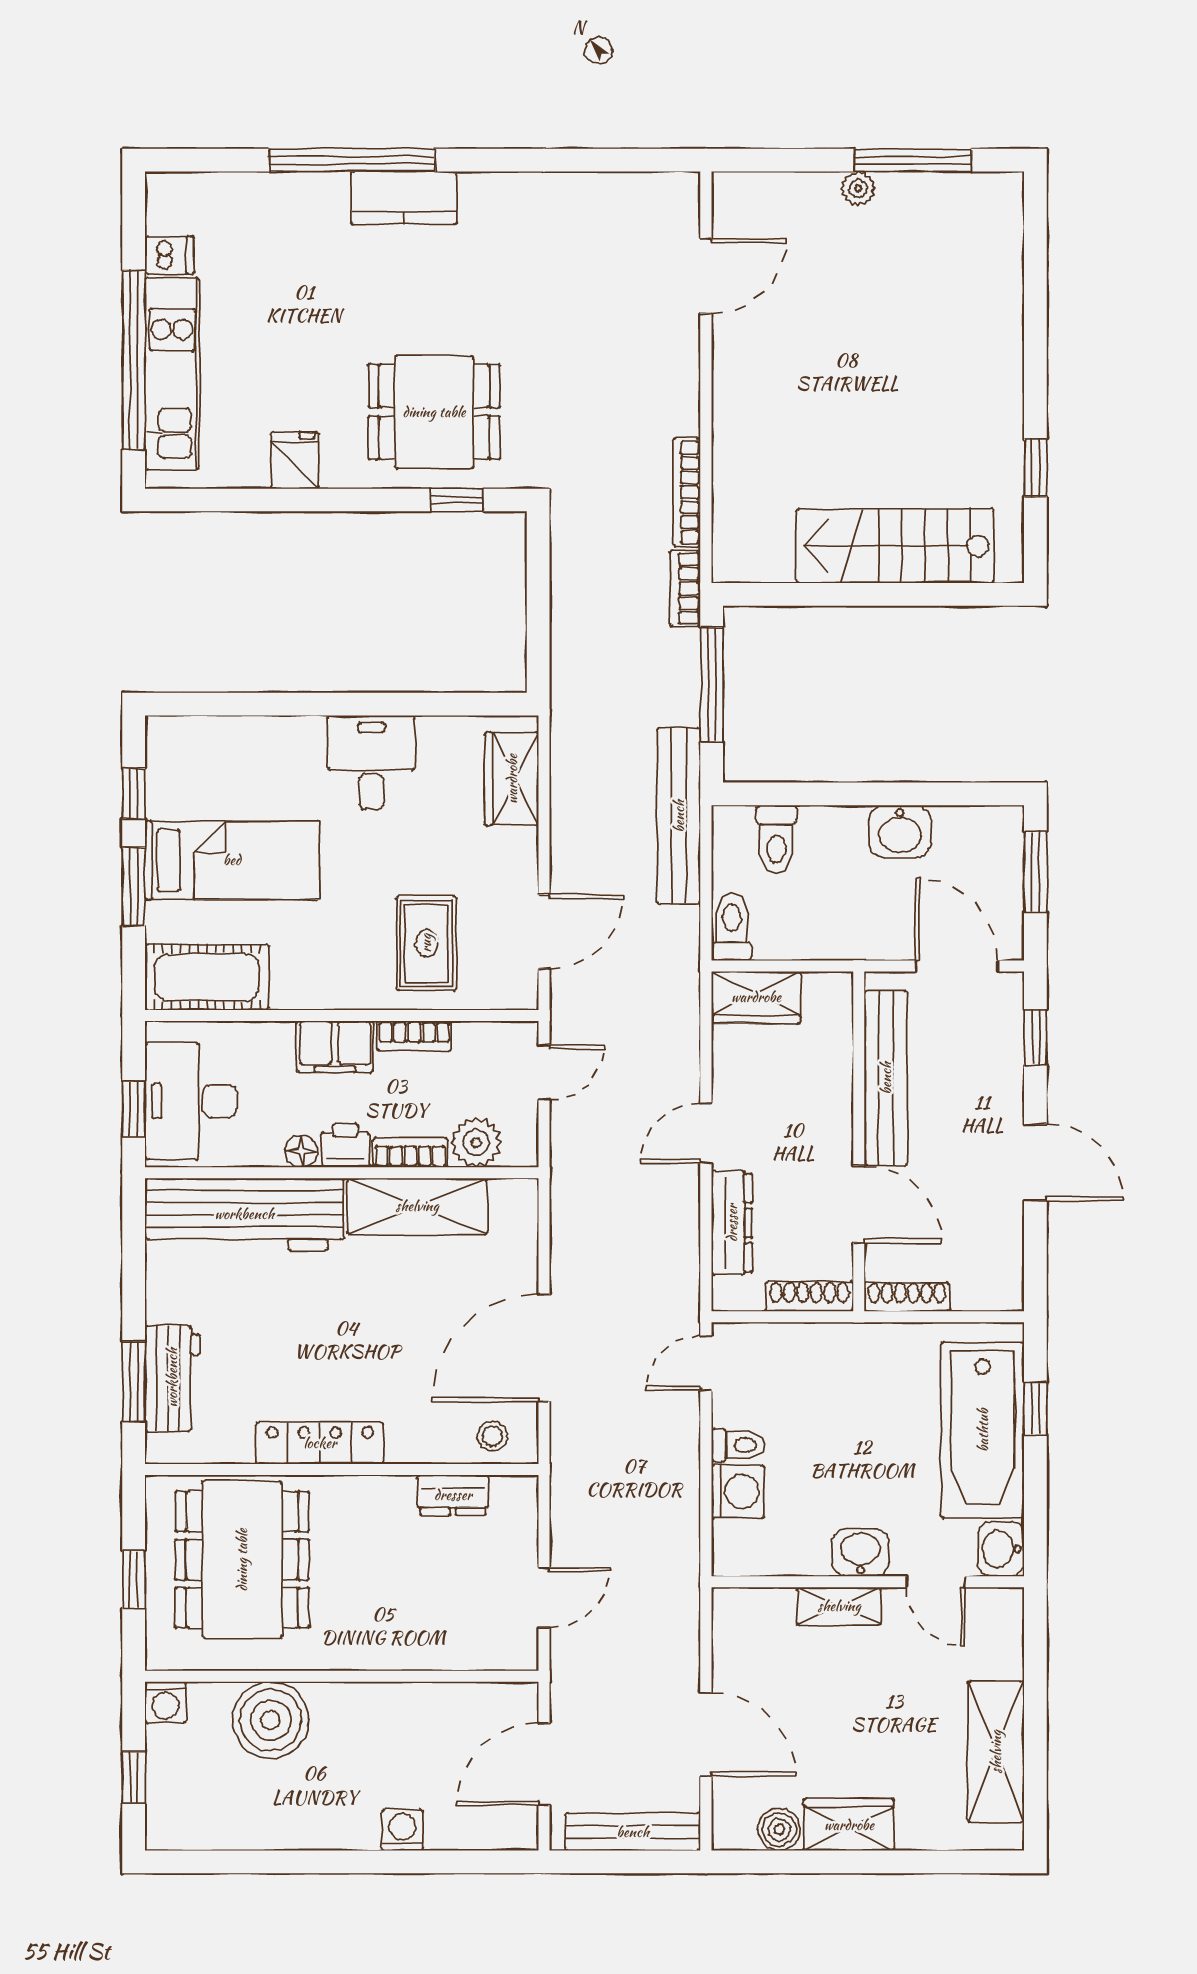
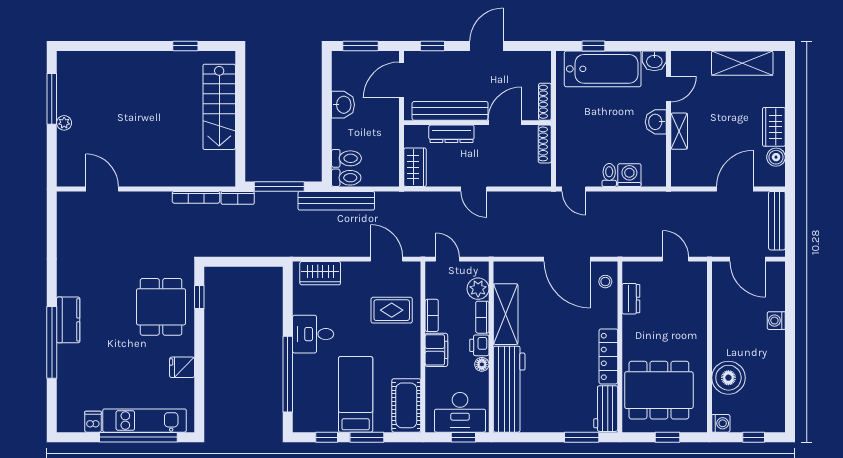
window: (279, 704) -> (288, 374), added
toilet: (732, 927) -> (346, 178), moved, turned 180
dresser: (732, 1223) -> (451, 134), moved, turned 180
workbench: (172, 1378) -> (606, 409), moved, turned -90

